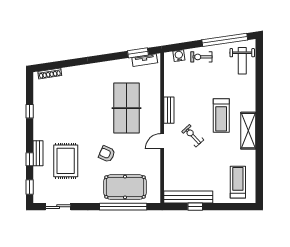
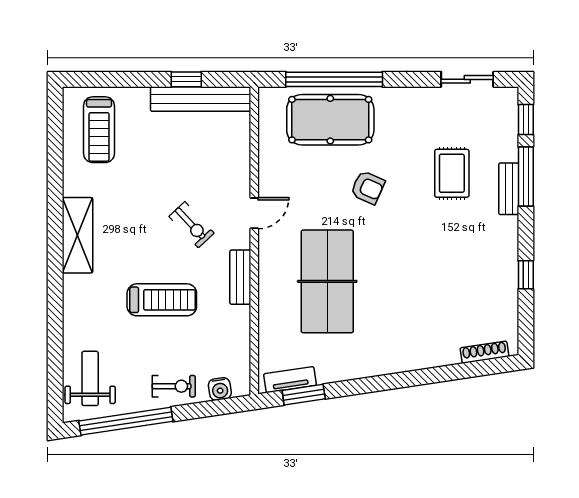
treadmill: (221, 116) -> (162, 300), moved, turned 90
window: (30, 159) -> (526, 177), width x2.17
rug: (66, 161) -> (452, 173), width x0.73, depth x0.70

